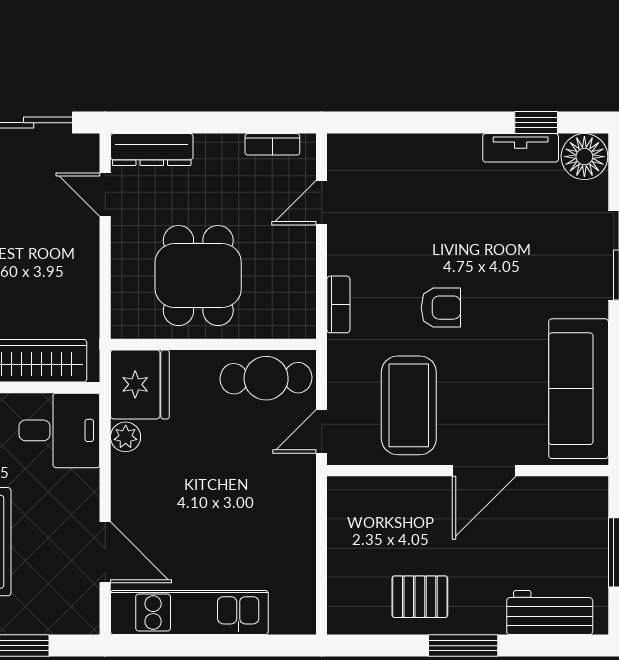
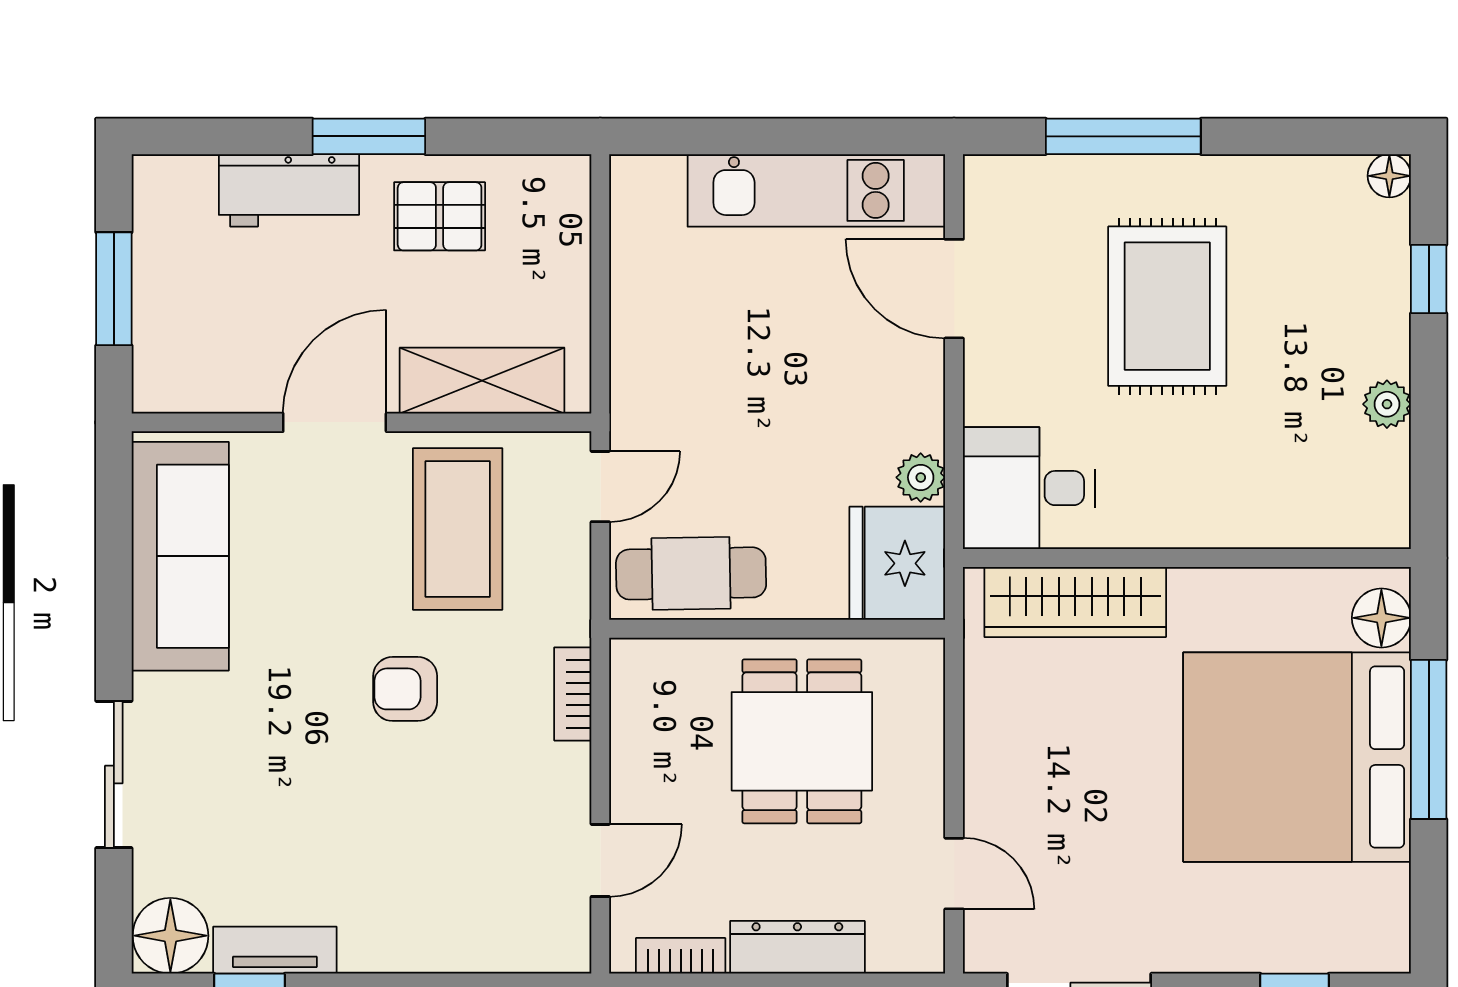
dresser: (152, 150) -> (797, 947), moved
shelving: (394, 496) -> (482, 381), added
workbench: (550, 613) -> (289, 190), moved

